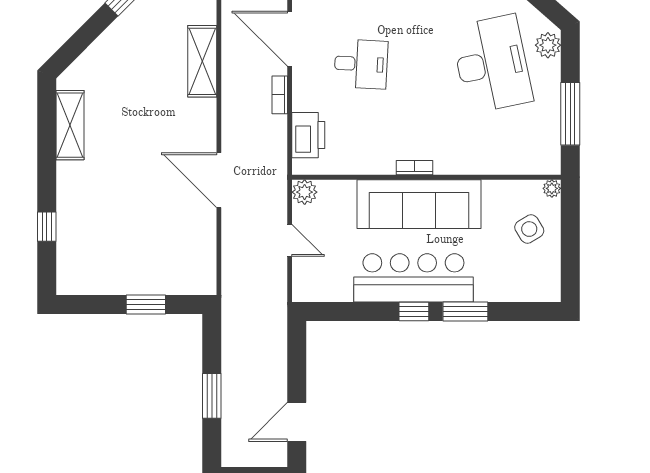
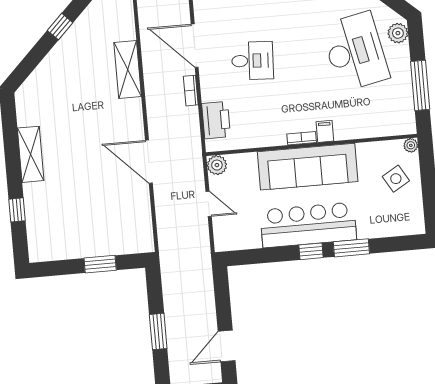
shelving: (70, 125) -> (31, 154), moved
filing cabinet: (445, 161) -> (325, 131), added

